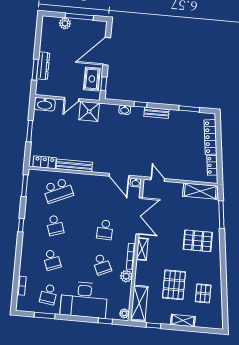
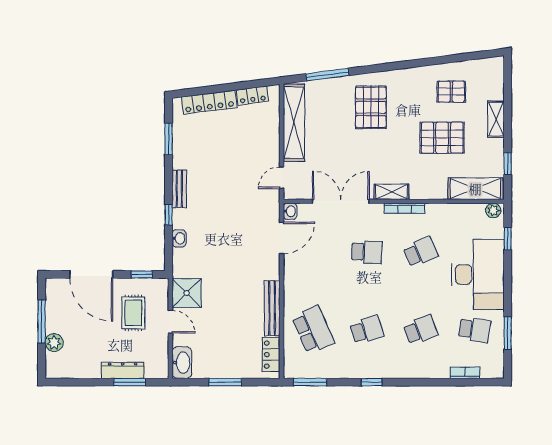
rug: (92, 79) -> (133, 313), moved, turned 90
shelving: (200, 191) -> (294, 123), width x1.47
plant: (126, 276) -> (435, 213), removed

